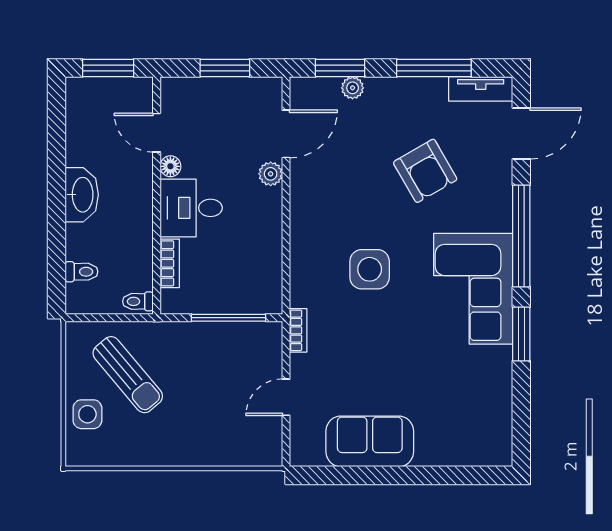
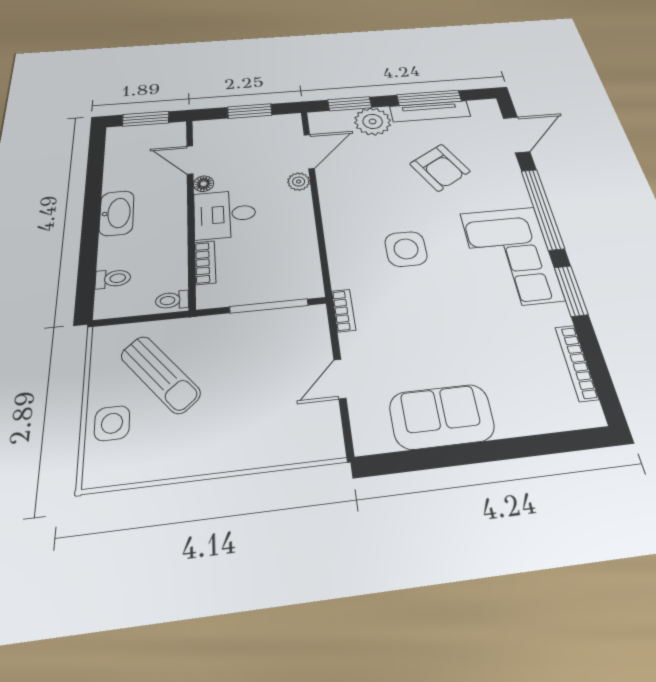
plant: (353, 88) -> (373, 121), width x1.88, depth x1.88
tv unit: (481, 89) -> (430, 111), moved, width x1.41
bookcase: (503, 407) -> (577, 363), added

